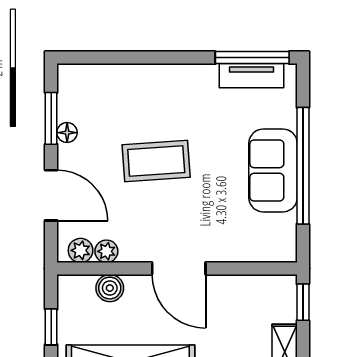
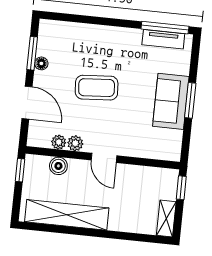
window: (303, 166) -> (190, 100), width x0.47
plant: (81, 250) -> (75, 143), moved
door: (179, 268) -> (104, 158), width x0.73
window: (51, 327) -> (20, 170), moved

